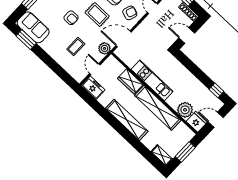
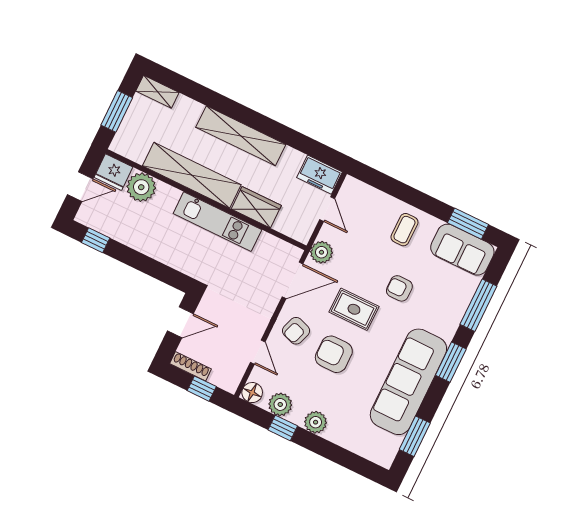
coffee table: (76, 47) -> (404, 230), moved

